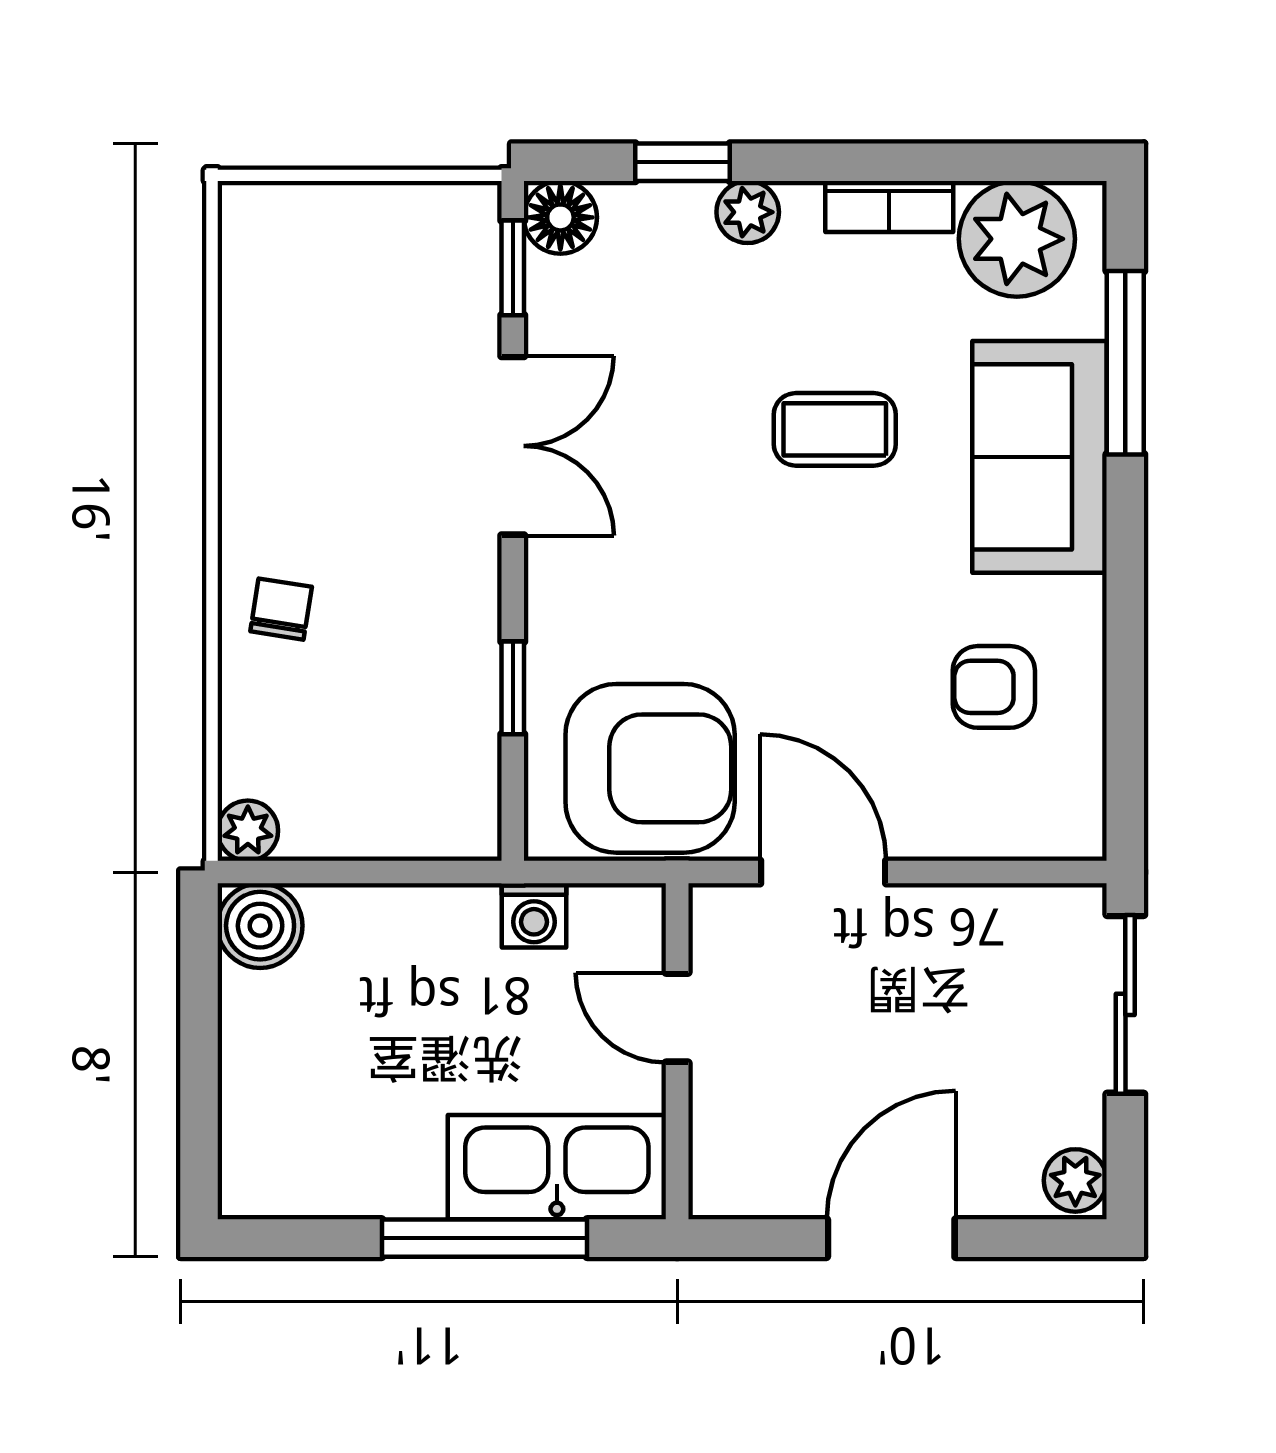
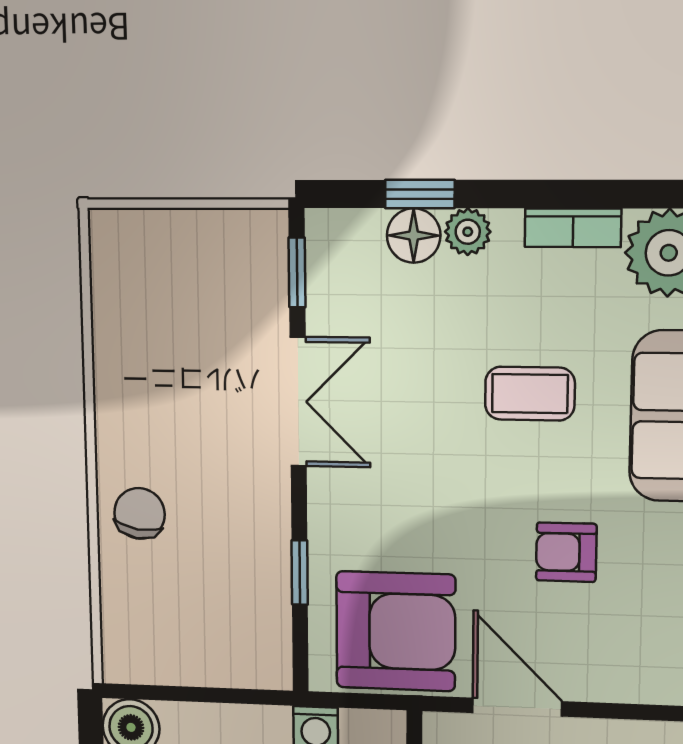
floor lamp: (560, 217) -> (414, 236), moved
chair: (281, 609) -> (140, 513), width x1.37, depth x1.37
armchair: (994, 687) -> (566, 552), moved
plant: (248, 831) -> (121, 664), removed

